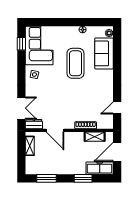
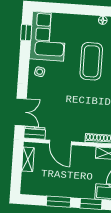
window: (47, 178) -> (59, 202), moved

